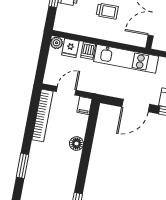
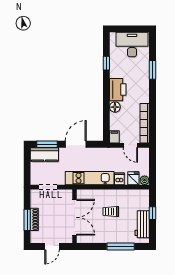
door: (66, 91) -> (130, 145), hinge flipped
printer: (69, 165) -> (118, 90), added
window: (22, 166) -> (153, 70), moved

